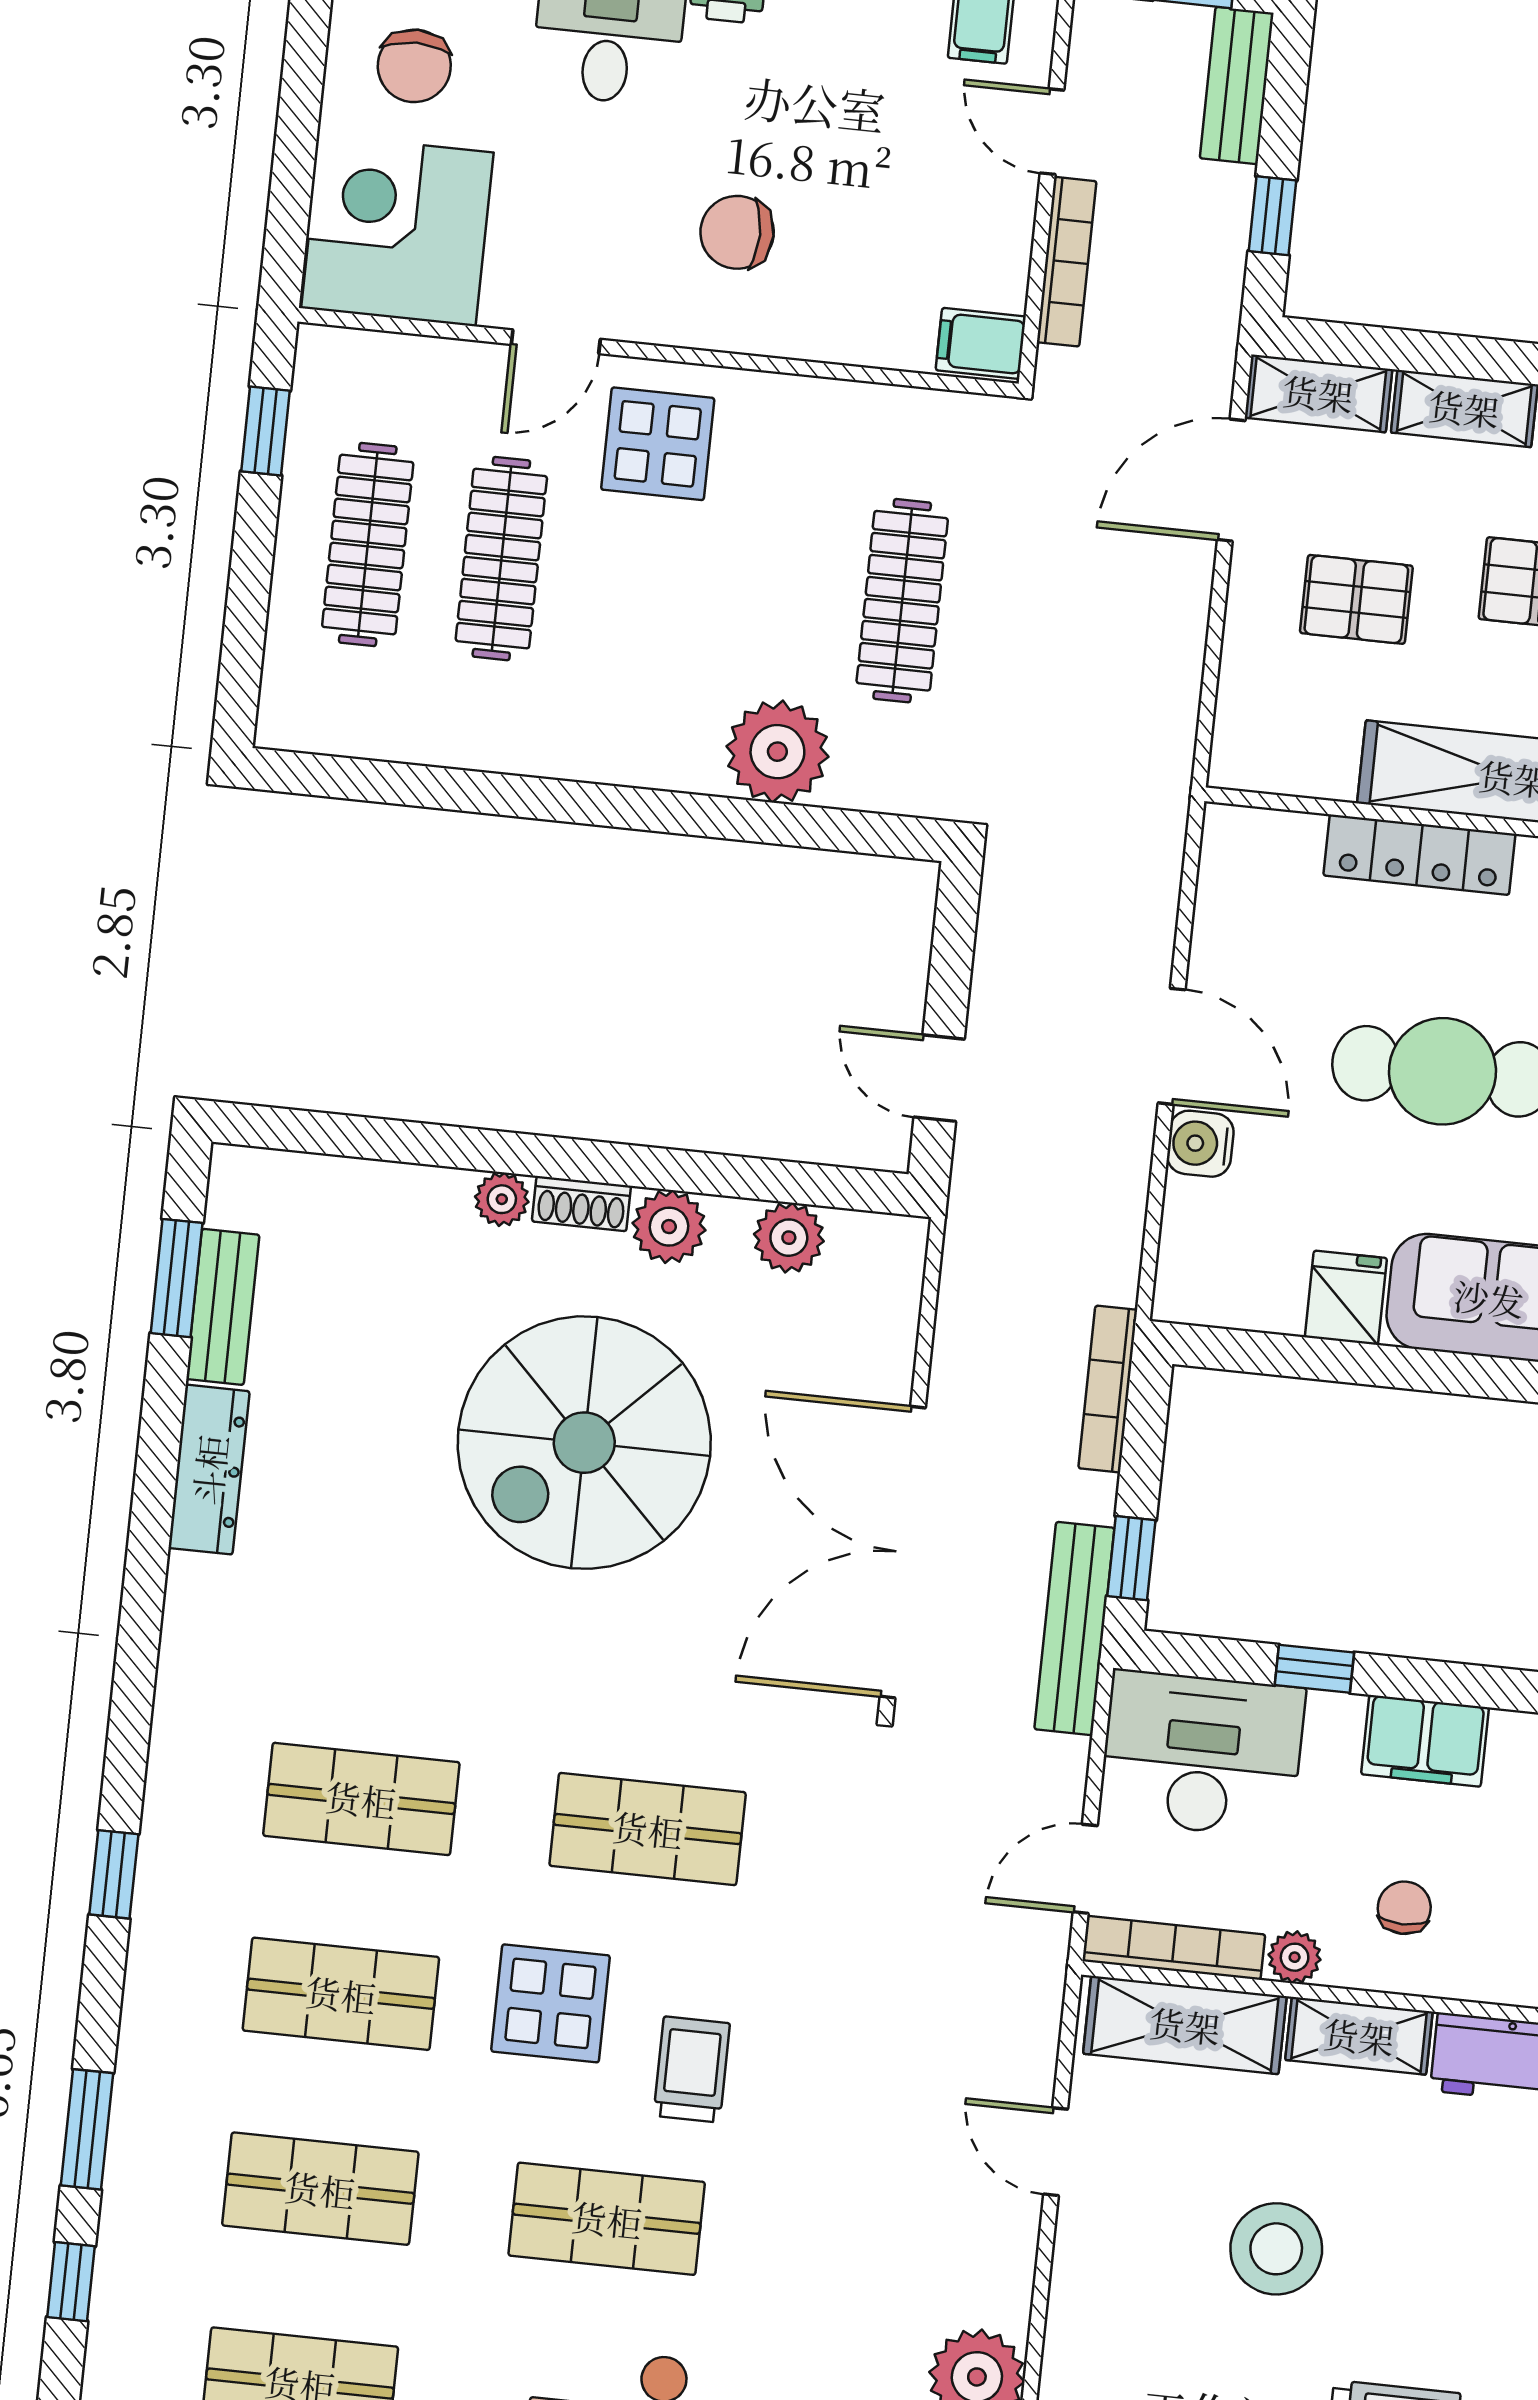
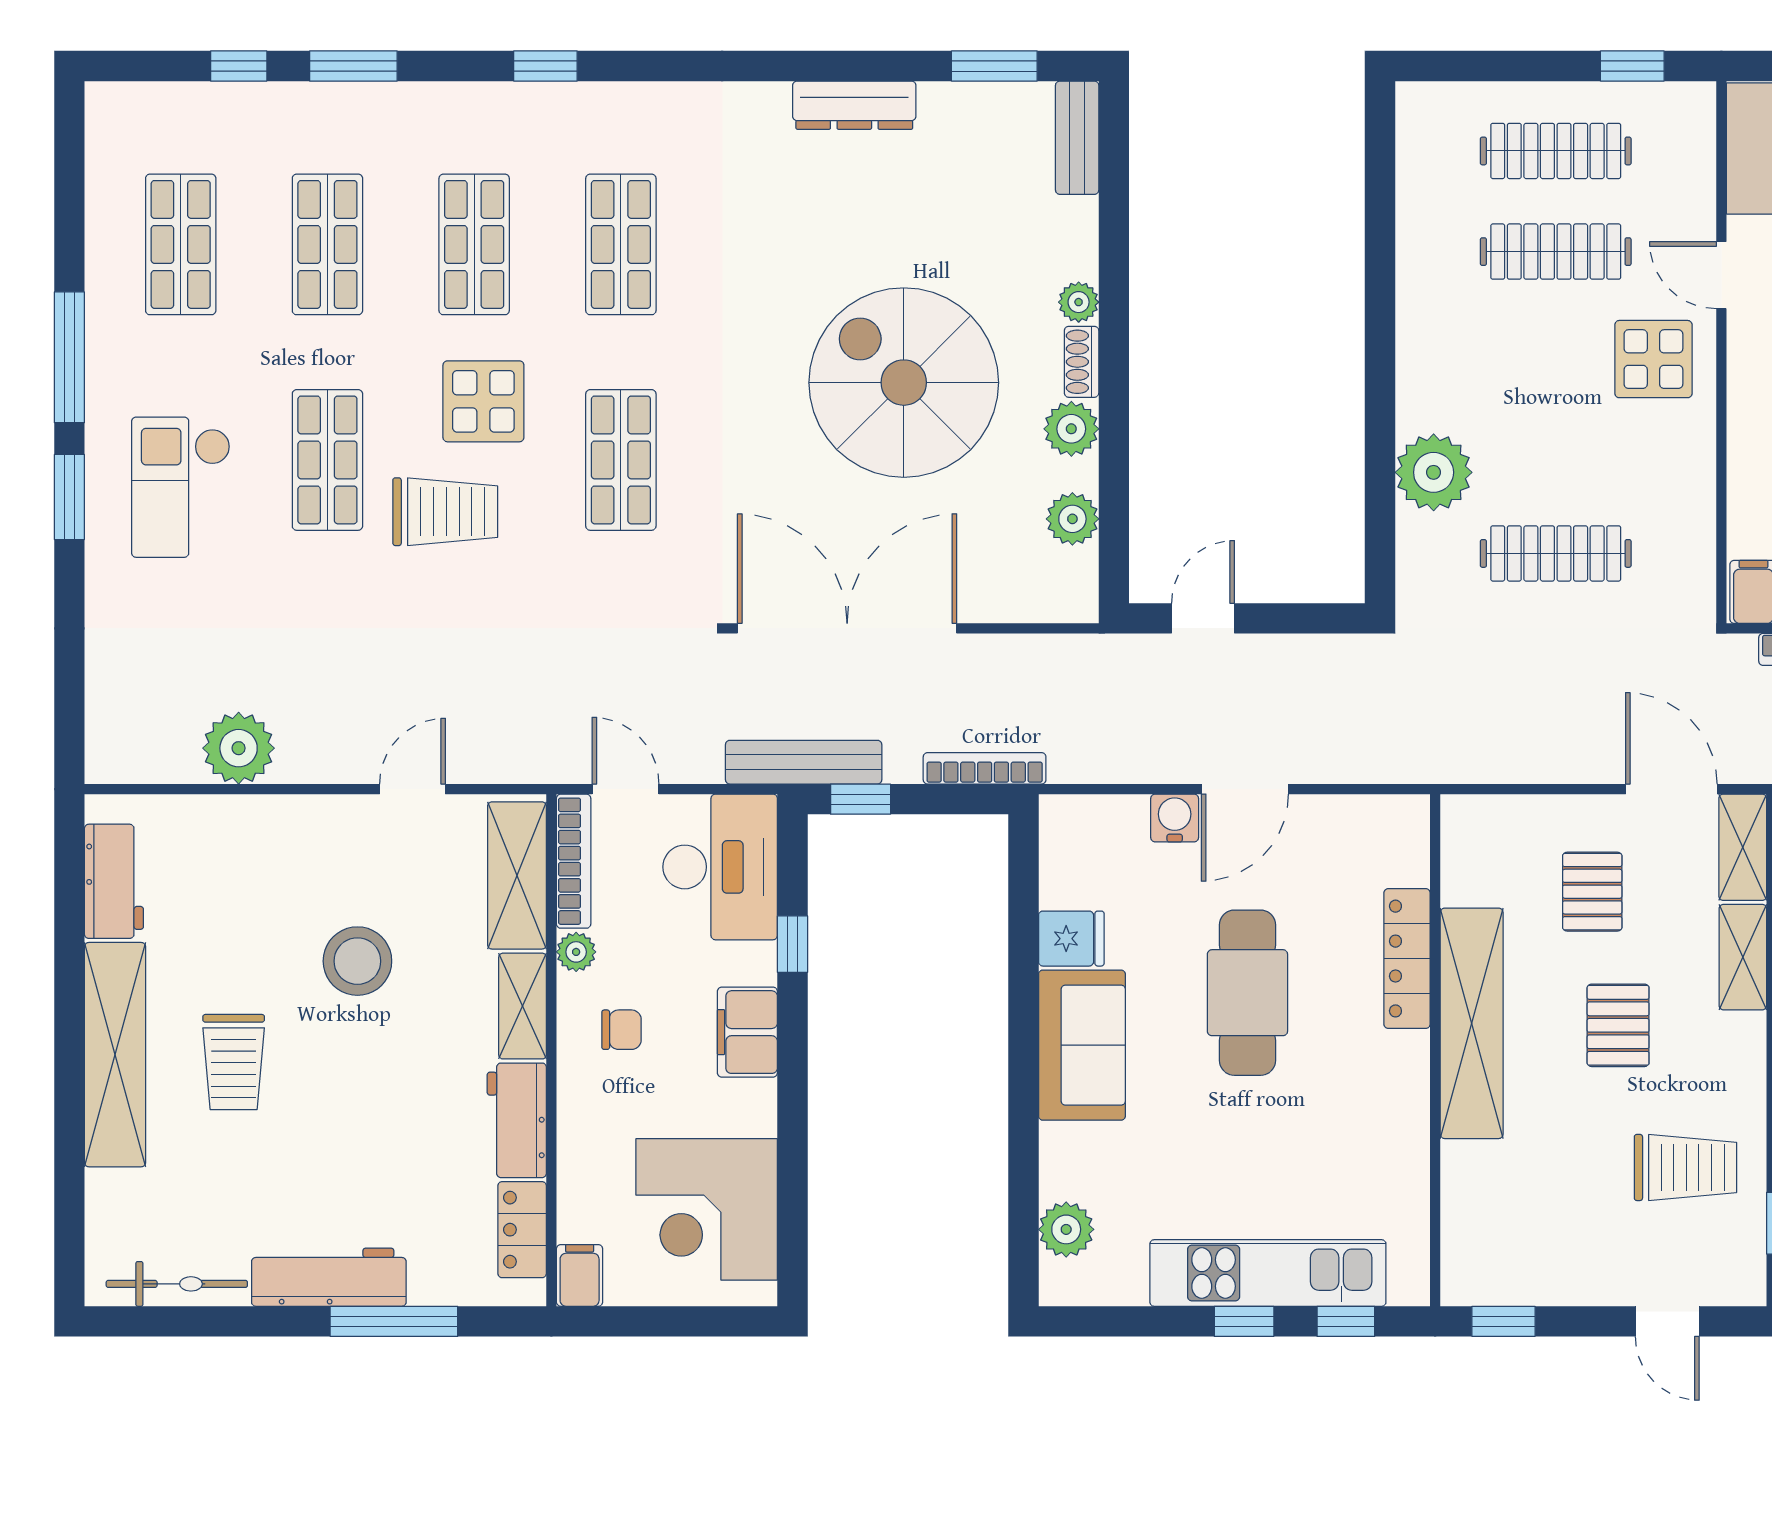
bench: (223, 1307) -> (1077, 138), moved, turned 90
trolley: (692, 2069) -> (445, 512), width x1.36, depth x1.39

